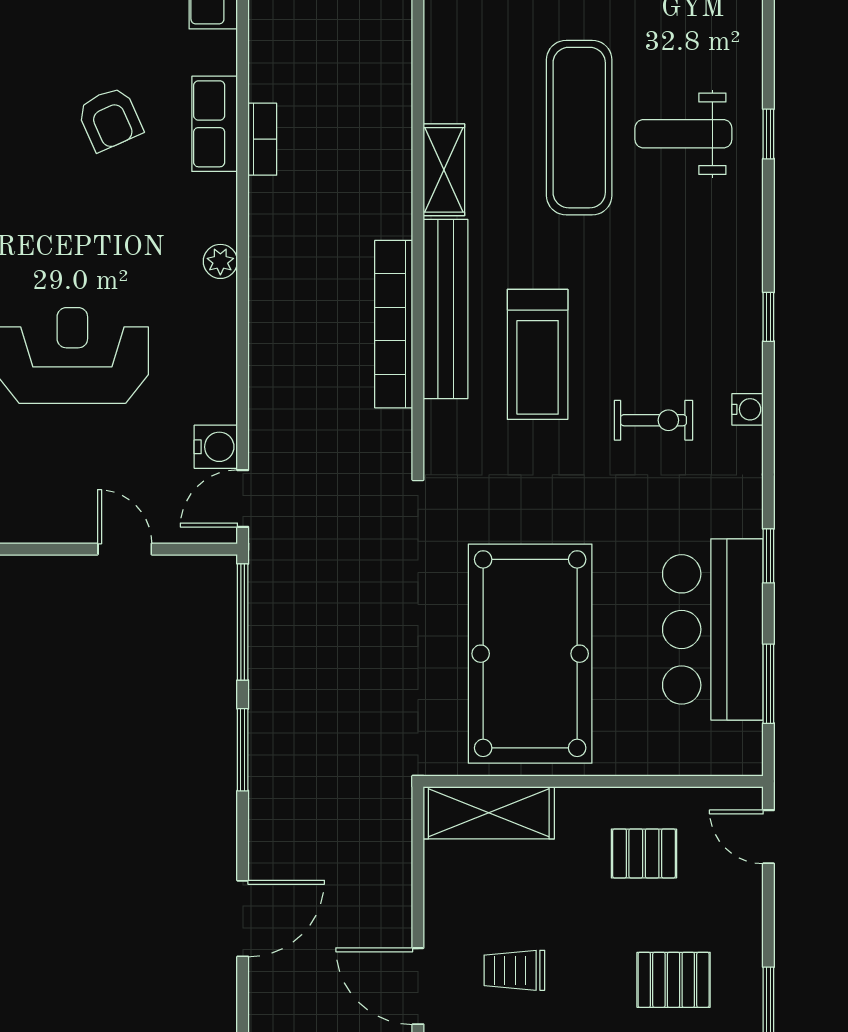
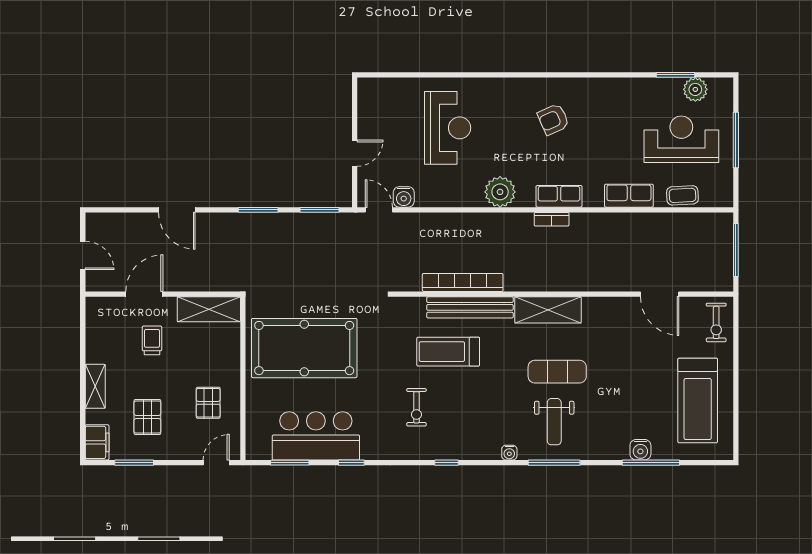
armchair: (110, 119) -> (553, 119), moved
exercise mat: (579, 128) -> (557, 372), width x0.73, depth x0.69
weight bench: (683, 134) -> (554, 422), turned 180
window: (768, 134) -> (554, 463), width x2.17
shelving: (444, 170) -> (548, 310), width x1.50, depth x1.33
plant: (220, 261) -> (500, 192), width x1.88, depth x1.88
window: (768, 317) -> (447, 463), moved
water cooler: (748, 409) -> (509, 453), moved
window: (243, 622) -> (319, 210), width x0.69
shelving: (489, 813) -> (209, 309), moved, turned 90

